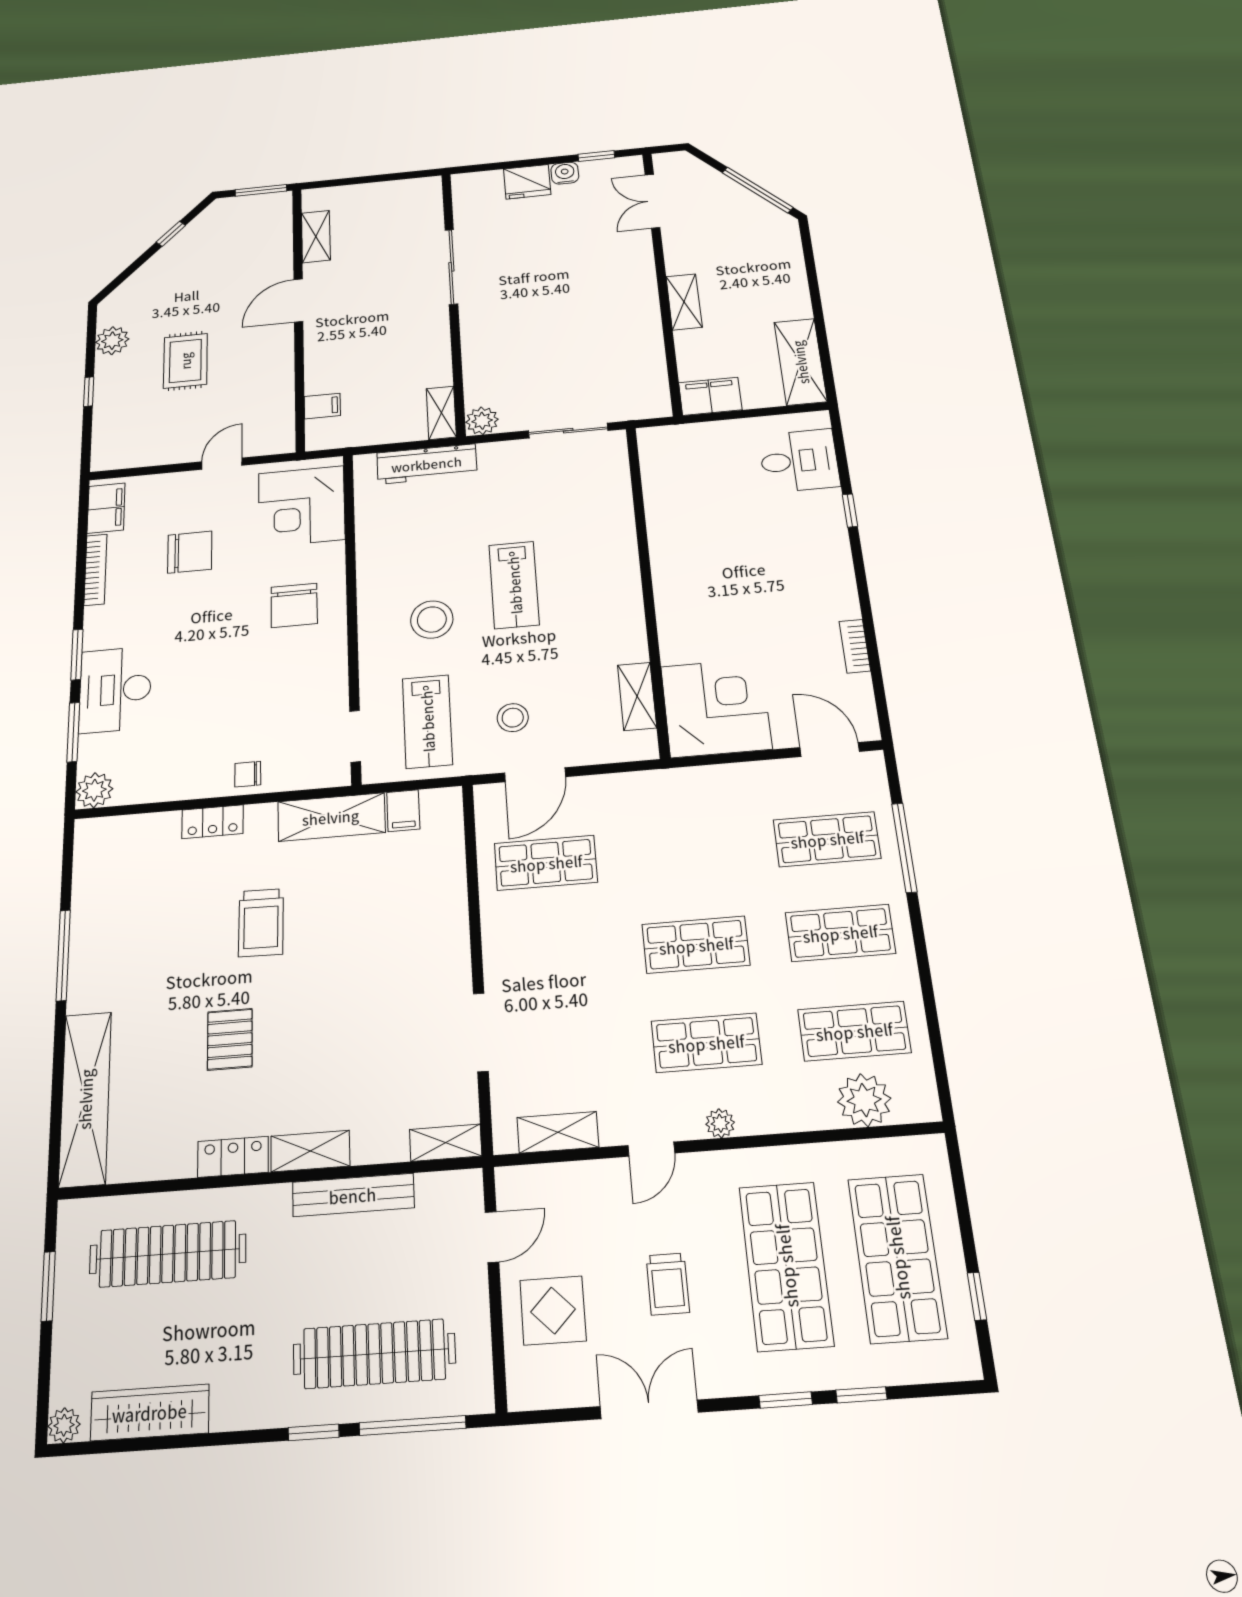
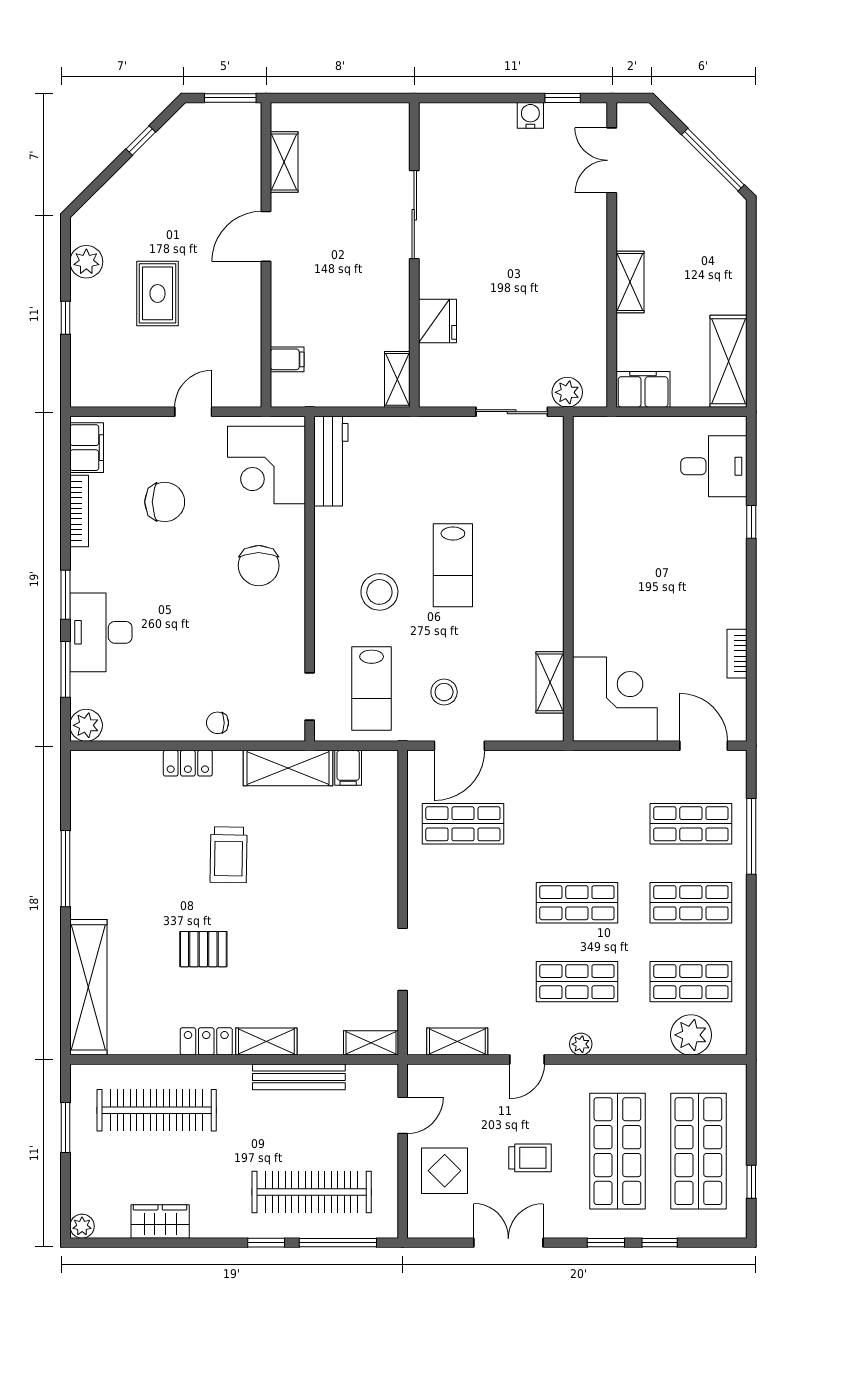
fridge: (527, 182) -> (437, 321), moved, turned -90
plant: (482, 421) -> (567, 392), moved
workbench: (427, 464) -> (331, 461), moved, turned -90
pallet: (230, 1039) -> (203, 949), turned 90
trolley: (668, 1284) -> (530, 1158), turned -90
wardrobe: (150, 1412) -> (160, 1221), width x0.67

